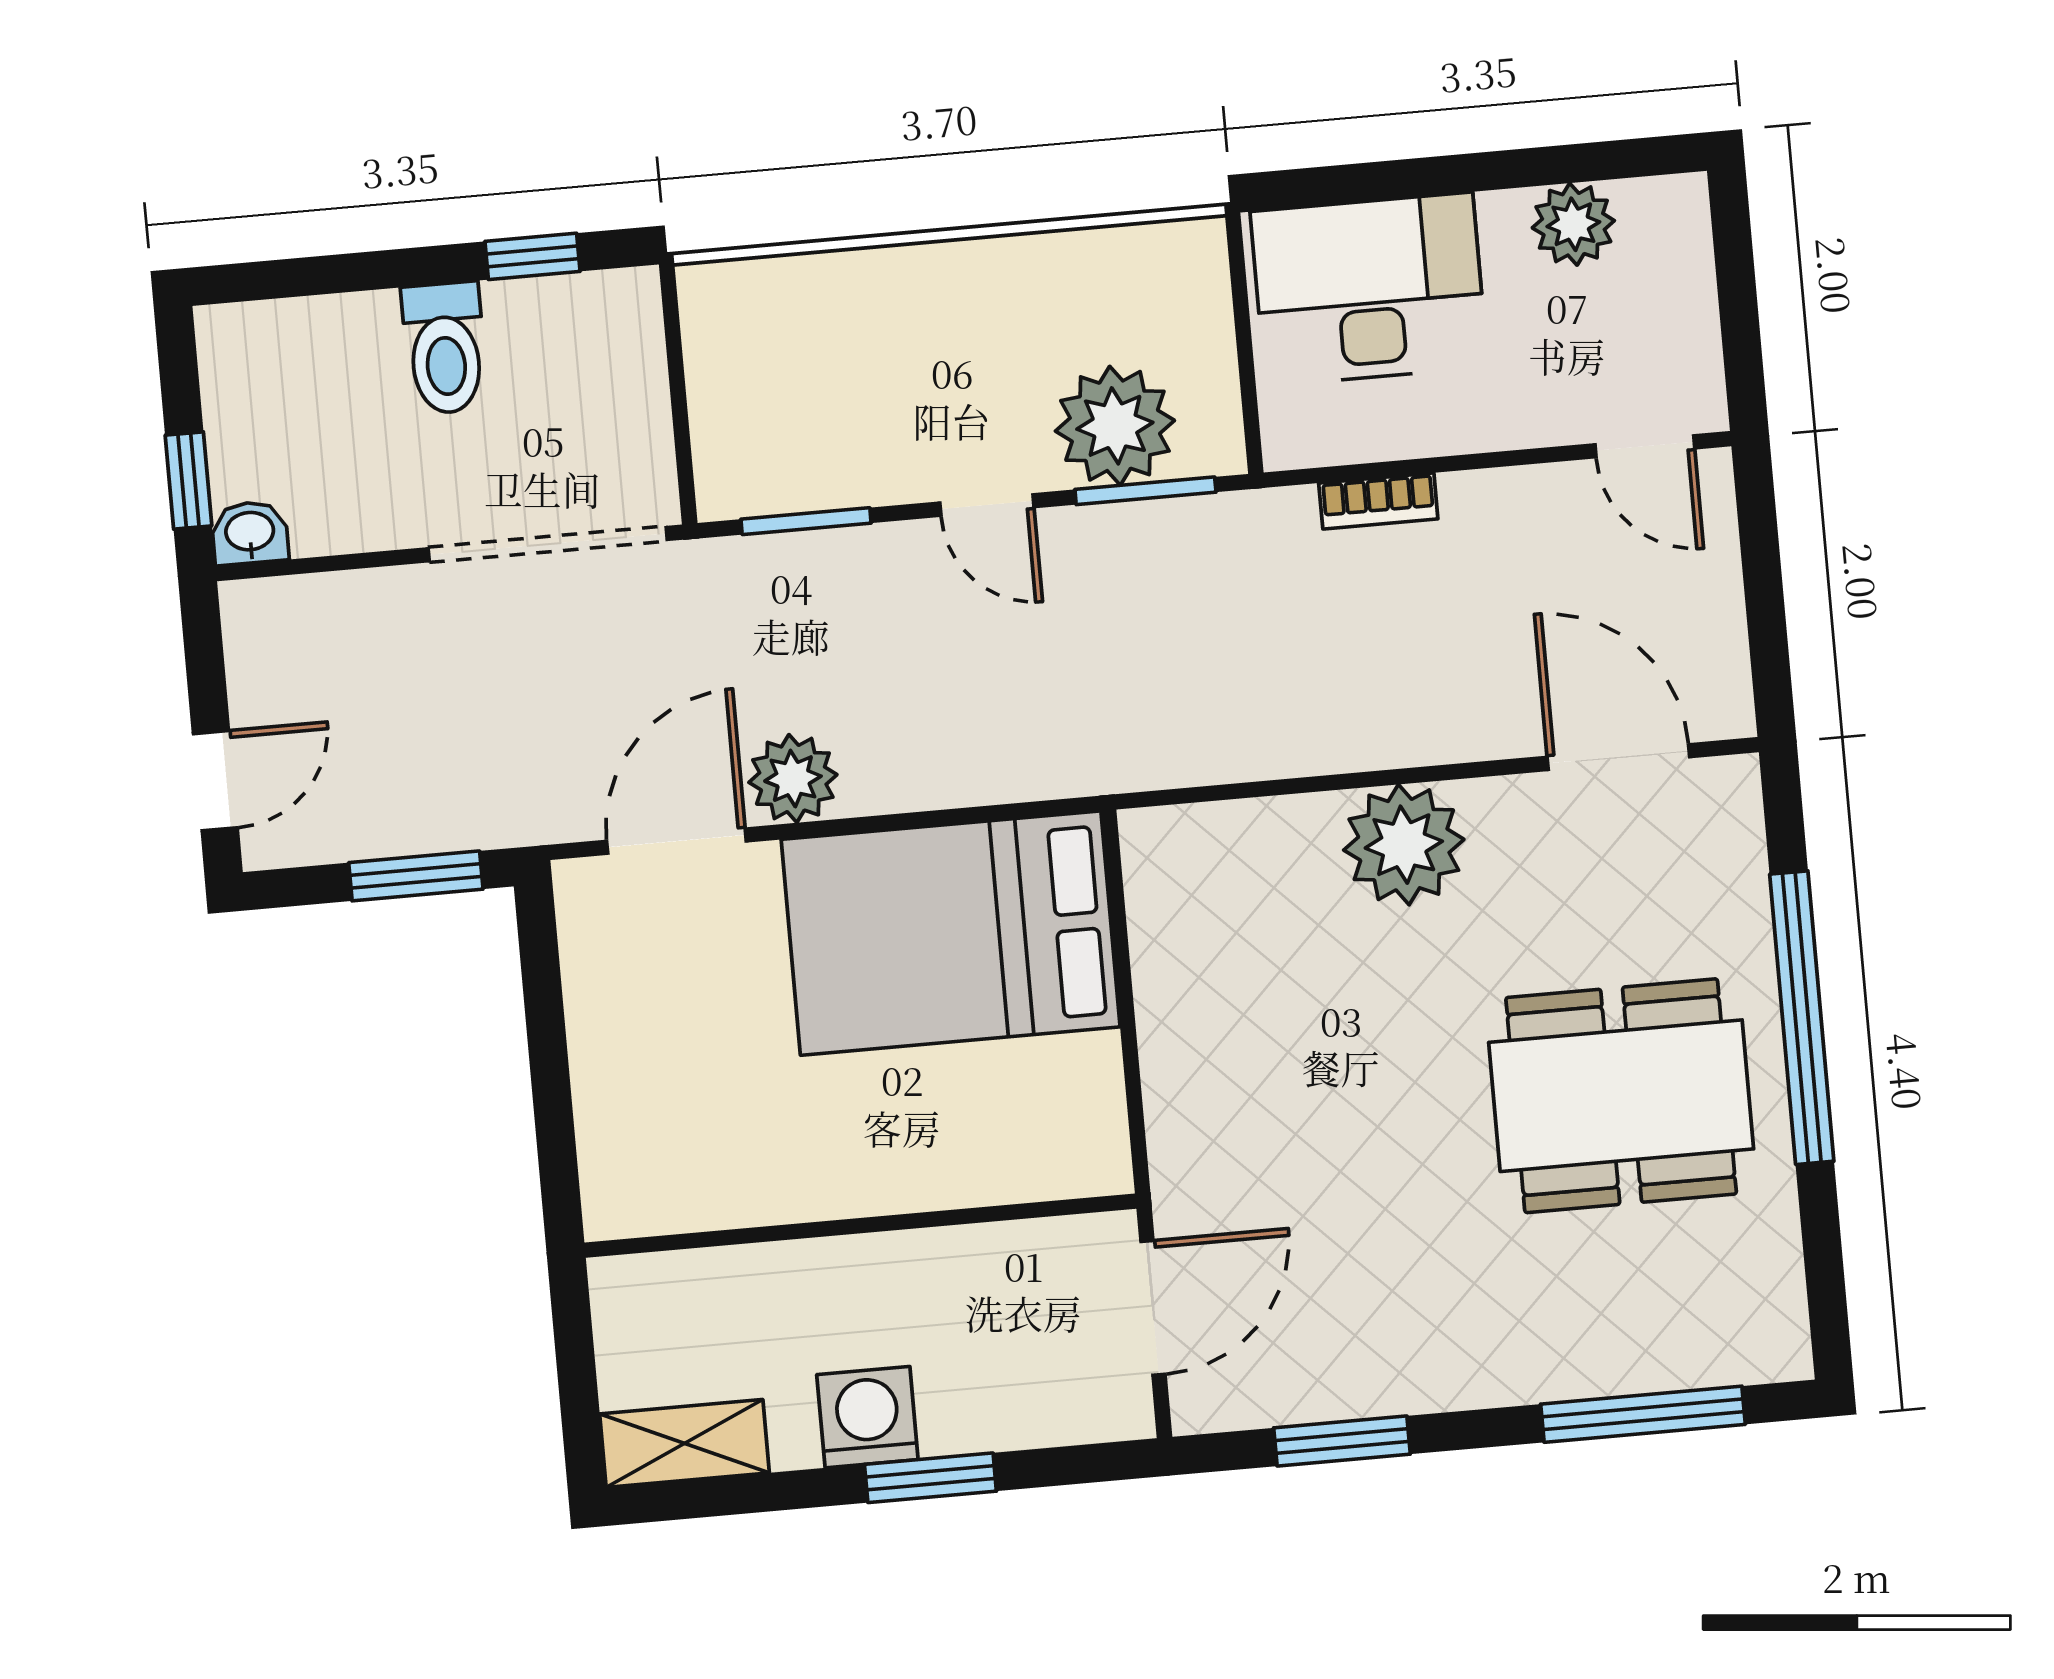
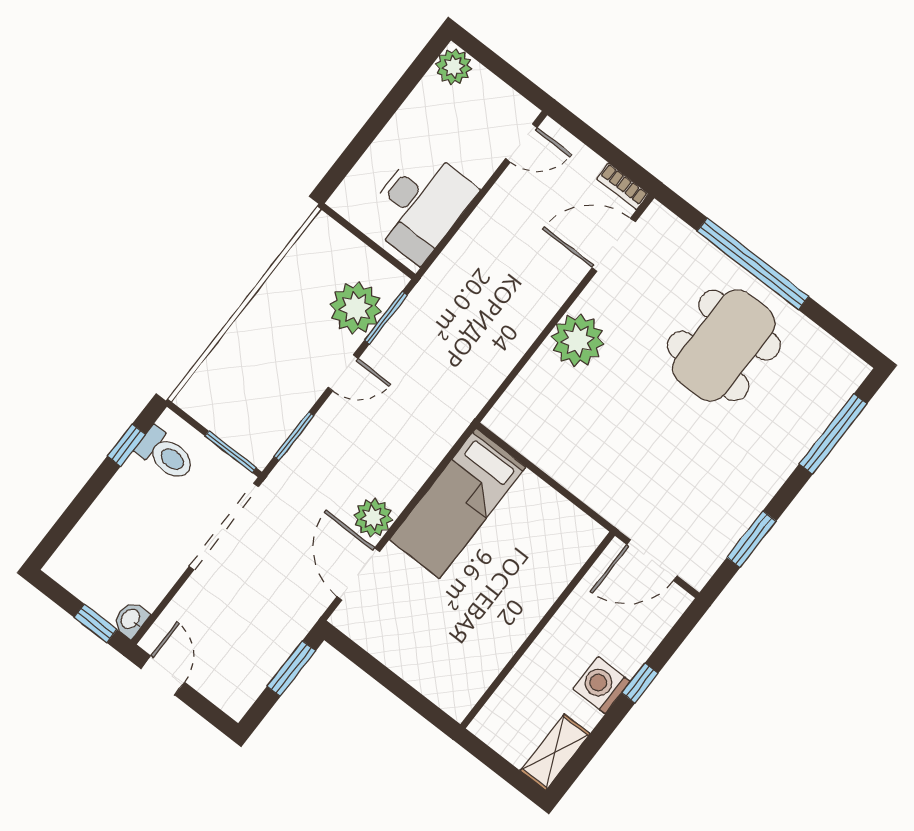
plant: (1573, 224) -> (454, 67), moved
desk: (1369, 289) -> (420, 205), moved, turned 180
toilet: (445, 348) -> (166, 454), moved
window: (682, 440) -> (231, 452), added
bookcase: (1378, 501) -> (623, 186), moved, turned 90
door: (215, 781) -> (163, 675), moved
bed: (951, 933) -> (458, 503), width x0.67
door: (1153, 1308) -> (652, 560), swing flipped
window: (930, 1478) -> (640, 683), width x0.67

